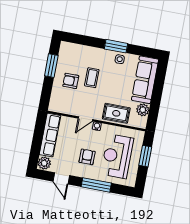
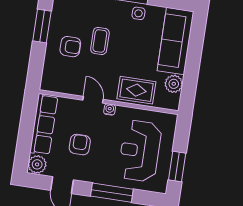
armchair: (71, 81) -> (70, 47), turned 180
door: (85, 119) -> (93, 100), swing flipped
window: (145, 156) -> (177, 167), moved
armchair: (87, 157) -> (80, 145), moved

